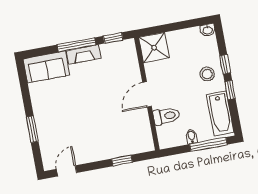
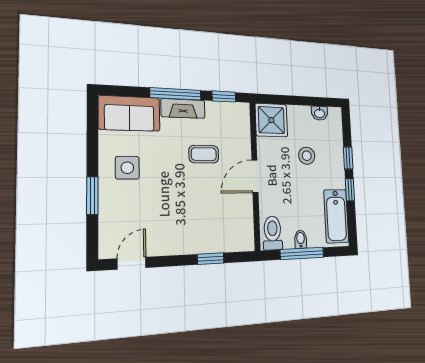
washbasin: (208, 30) -> (320, 113), moved
stool: (207, 74) -> (307, 156), moved
coffee table: (105, 85) -> (204, 154), added
side table: (52, 106) -> (127, 168), added
toilet: (166, 116) -> (273, 233), moved, turned -90
window: (208, 144) -> (302, 253), moved

